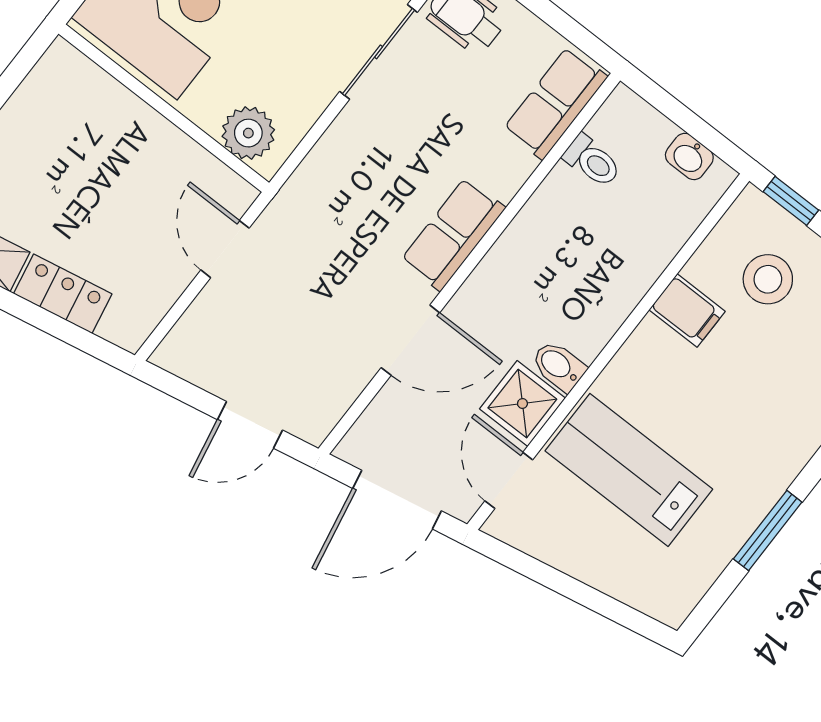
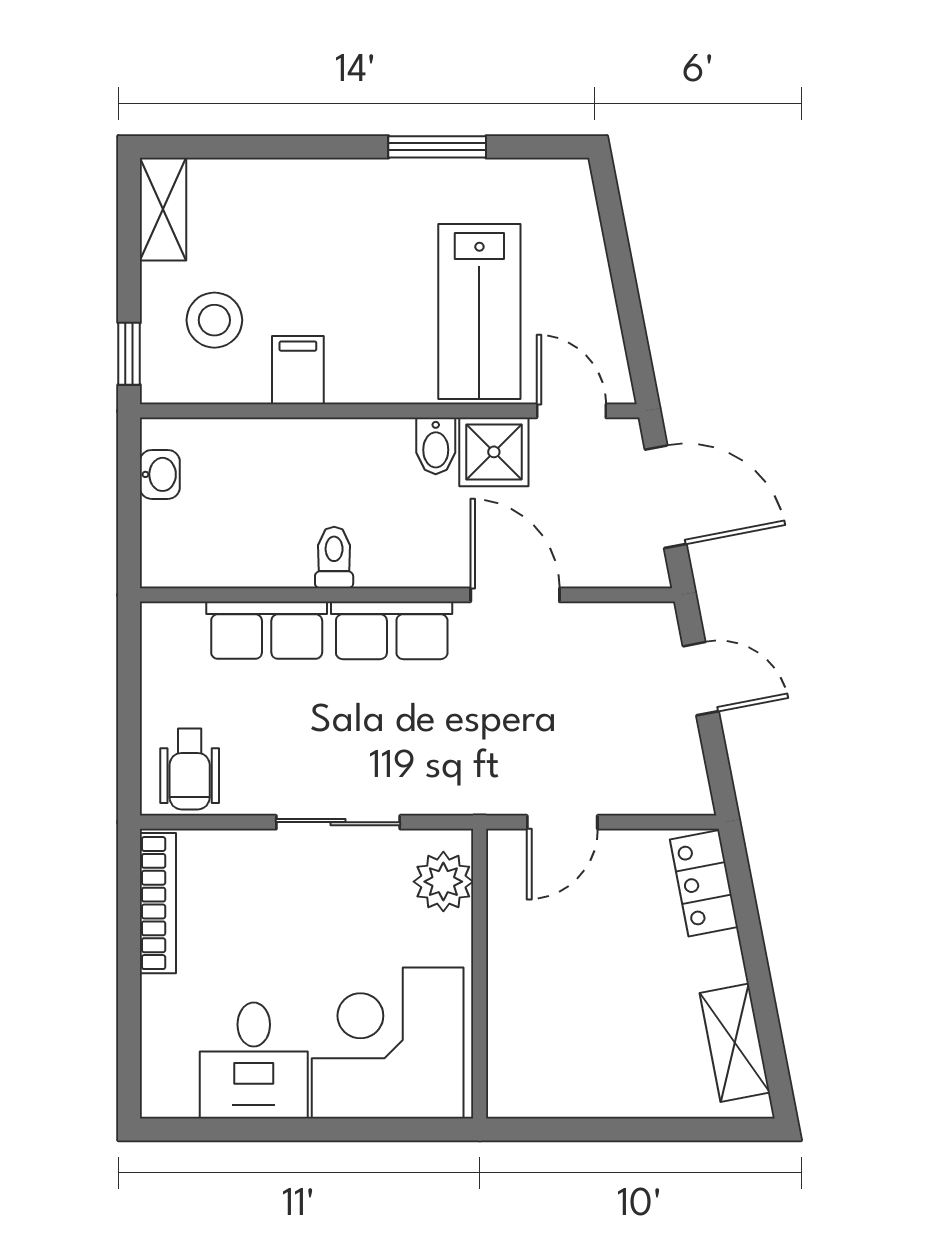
sliding door: (379, 52) -> (338, 822), moved
row of seats: (555, 103) -> (267, 630), moved
toilet: (592, 161) -> (334, 558), moved
locker: (63, 294) -> (704, 883), moved
door: (509, 480) -> (571, 411), swing flipped

